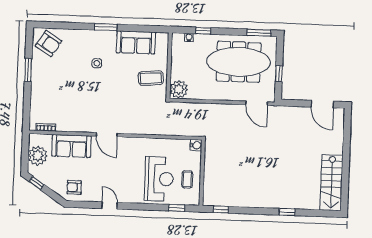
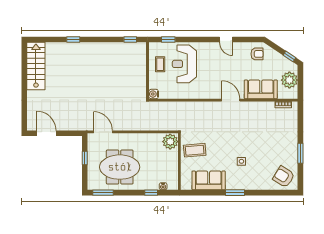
meeting table: (239, 62) -> (120, 167), width x0.73

